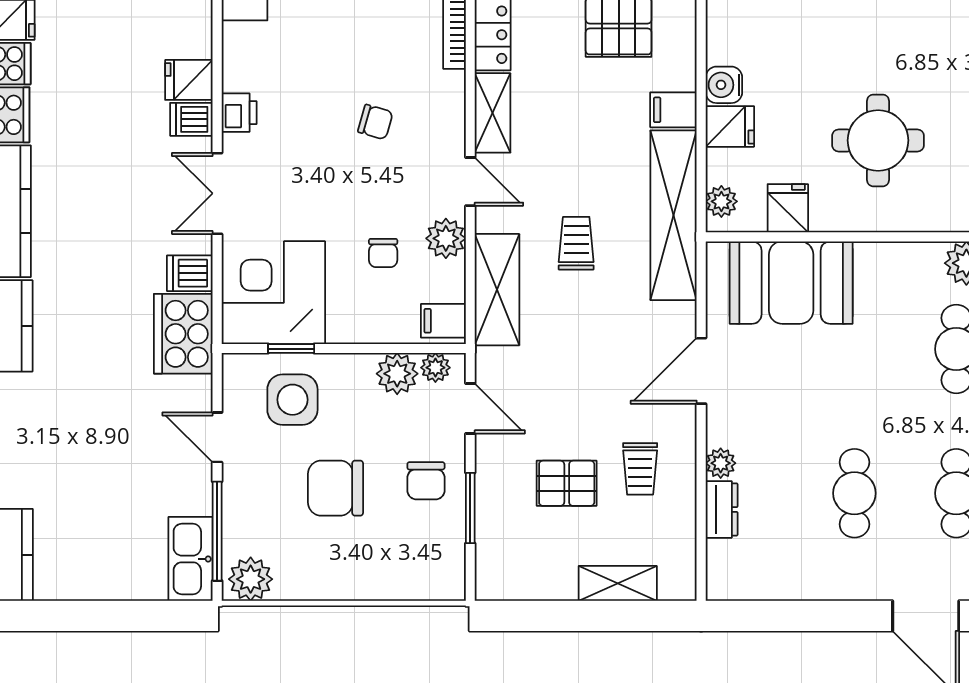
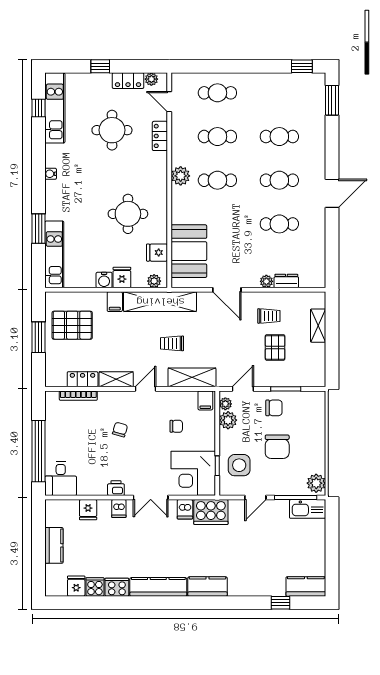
fridge: (189, 80) -> (88, 510), moved
plant: (446, 238) -> (170, 399), removed

